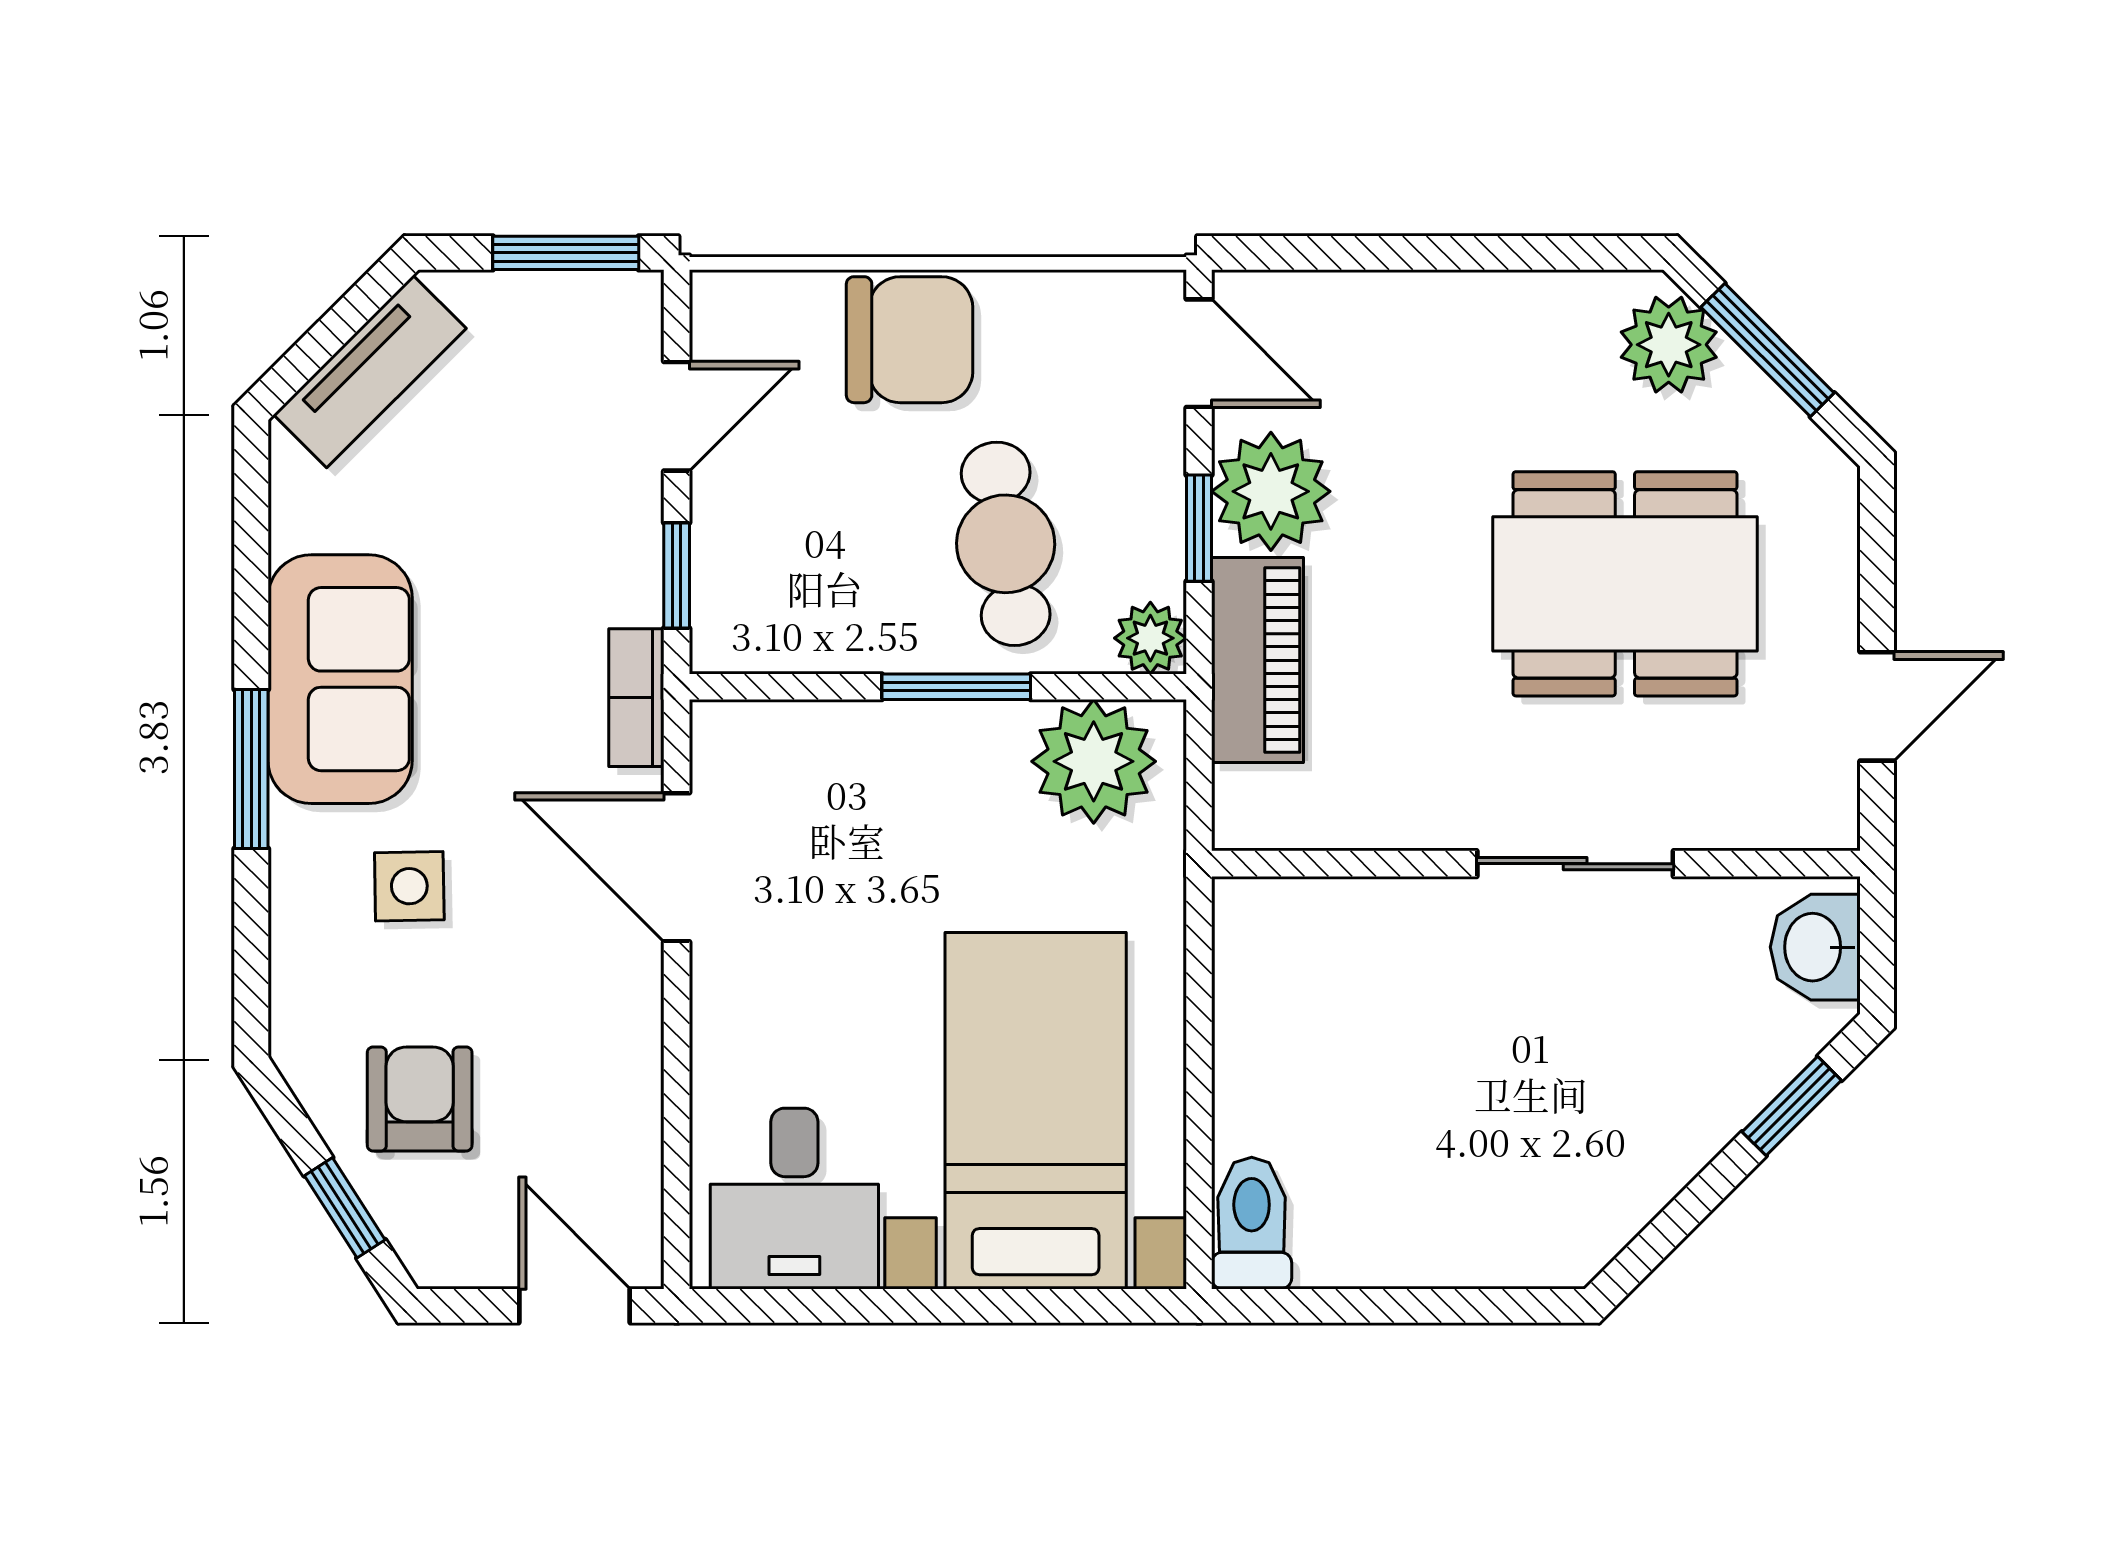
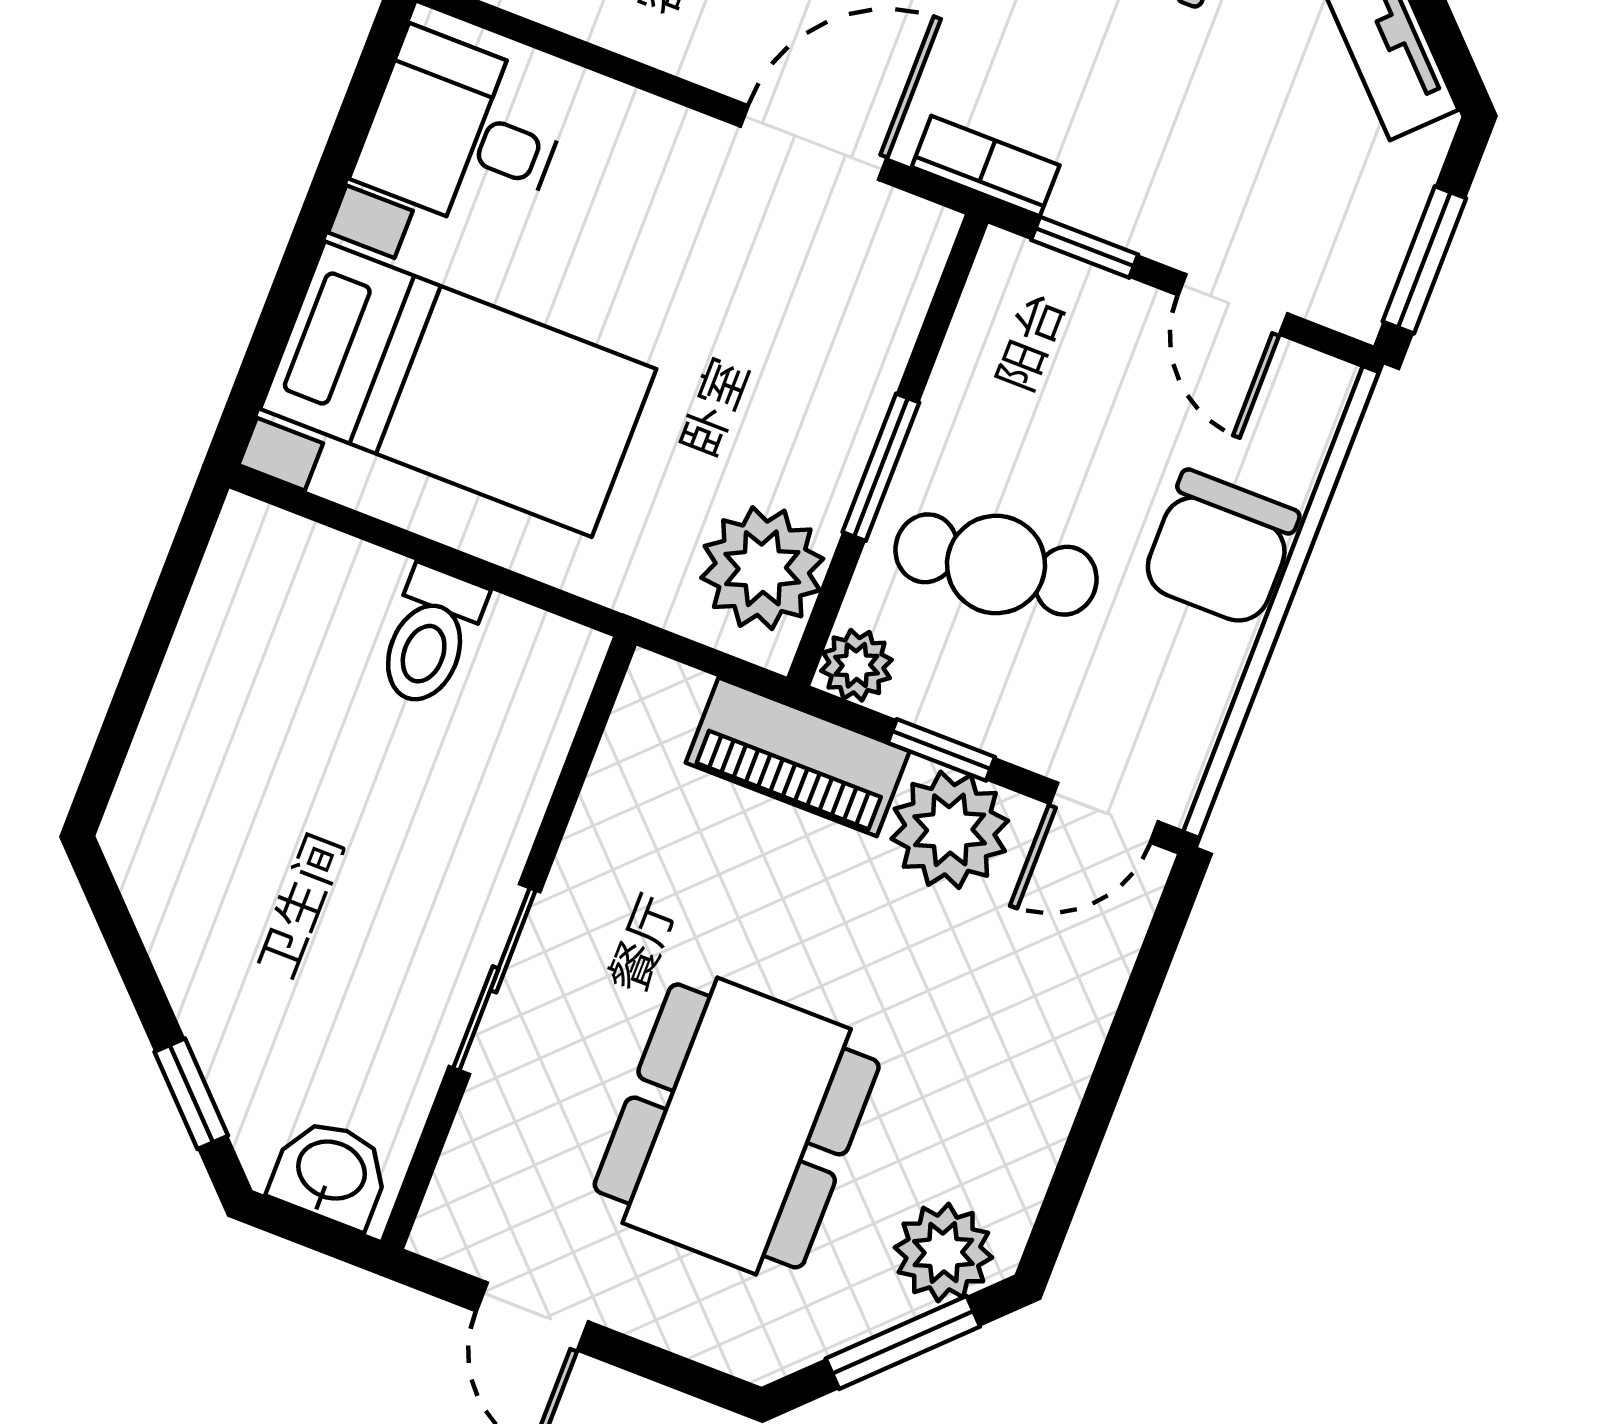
toilet: (1252, 1223) -> (430, 637), moved, turned 90

